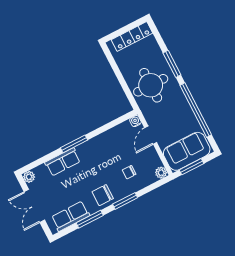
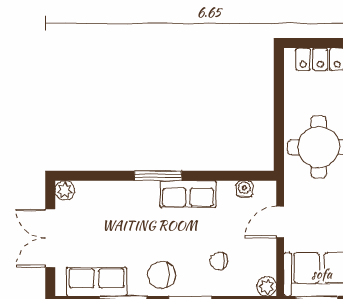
water cooler: (135, 121) -> (244, 189), moved
row of seats: (63, 162) -> (188, 194), moved

